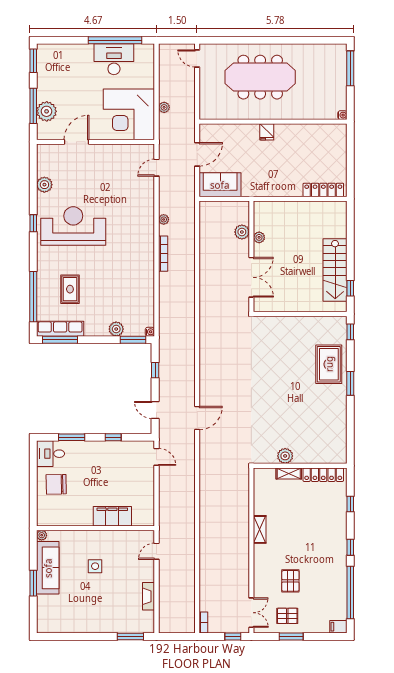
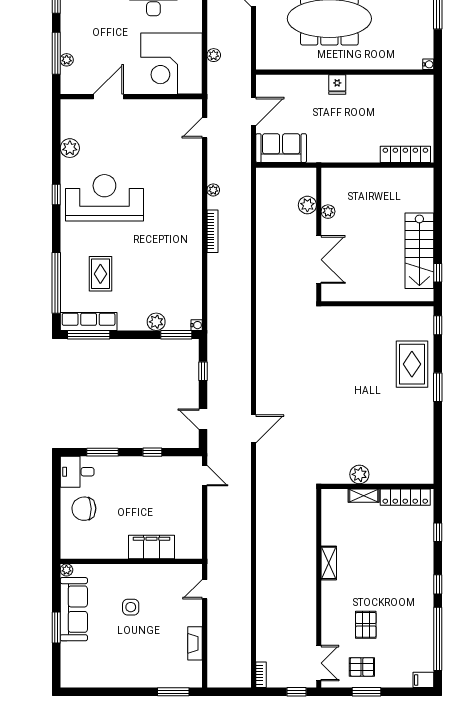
plant: (47, 111) -> (67, 60), width x0.53, depth x0.53

